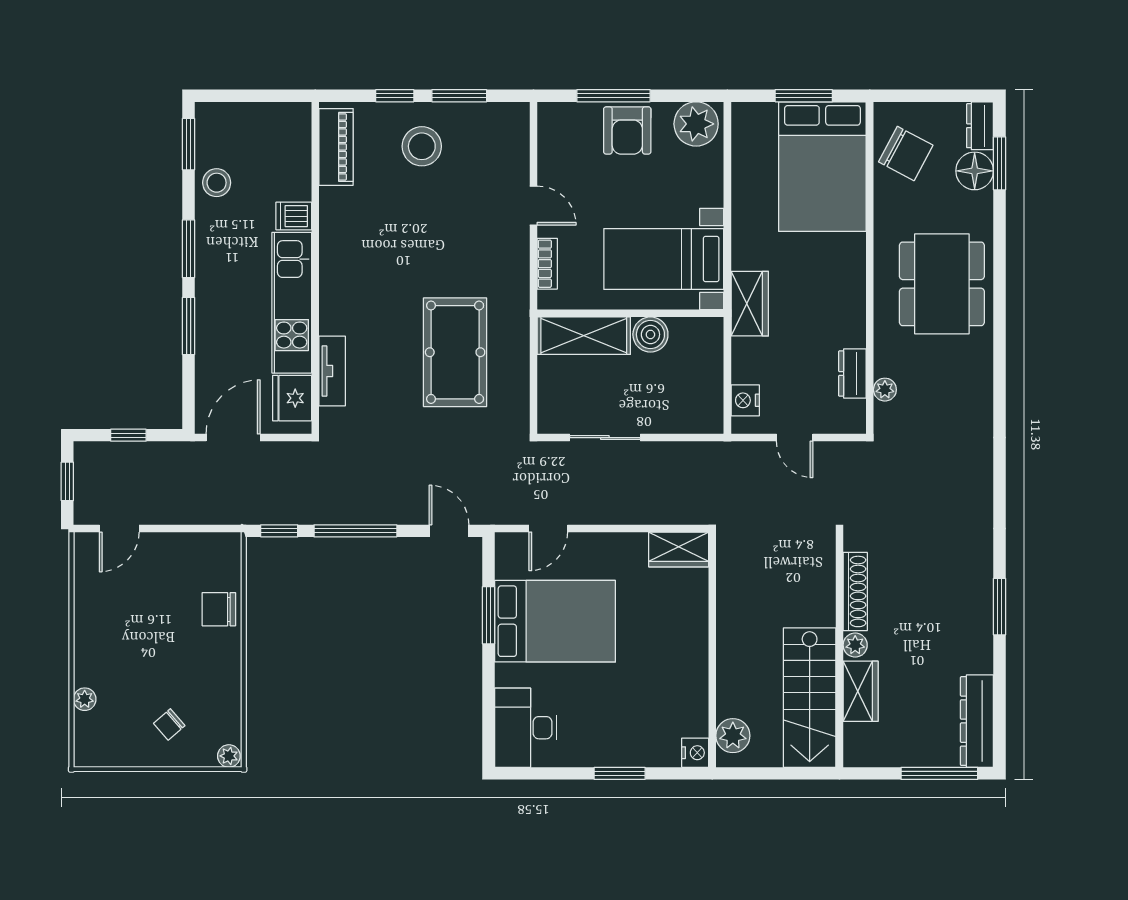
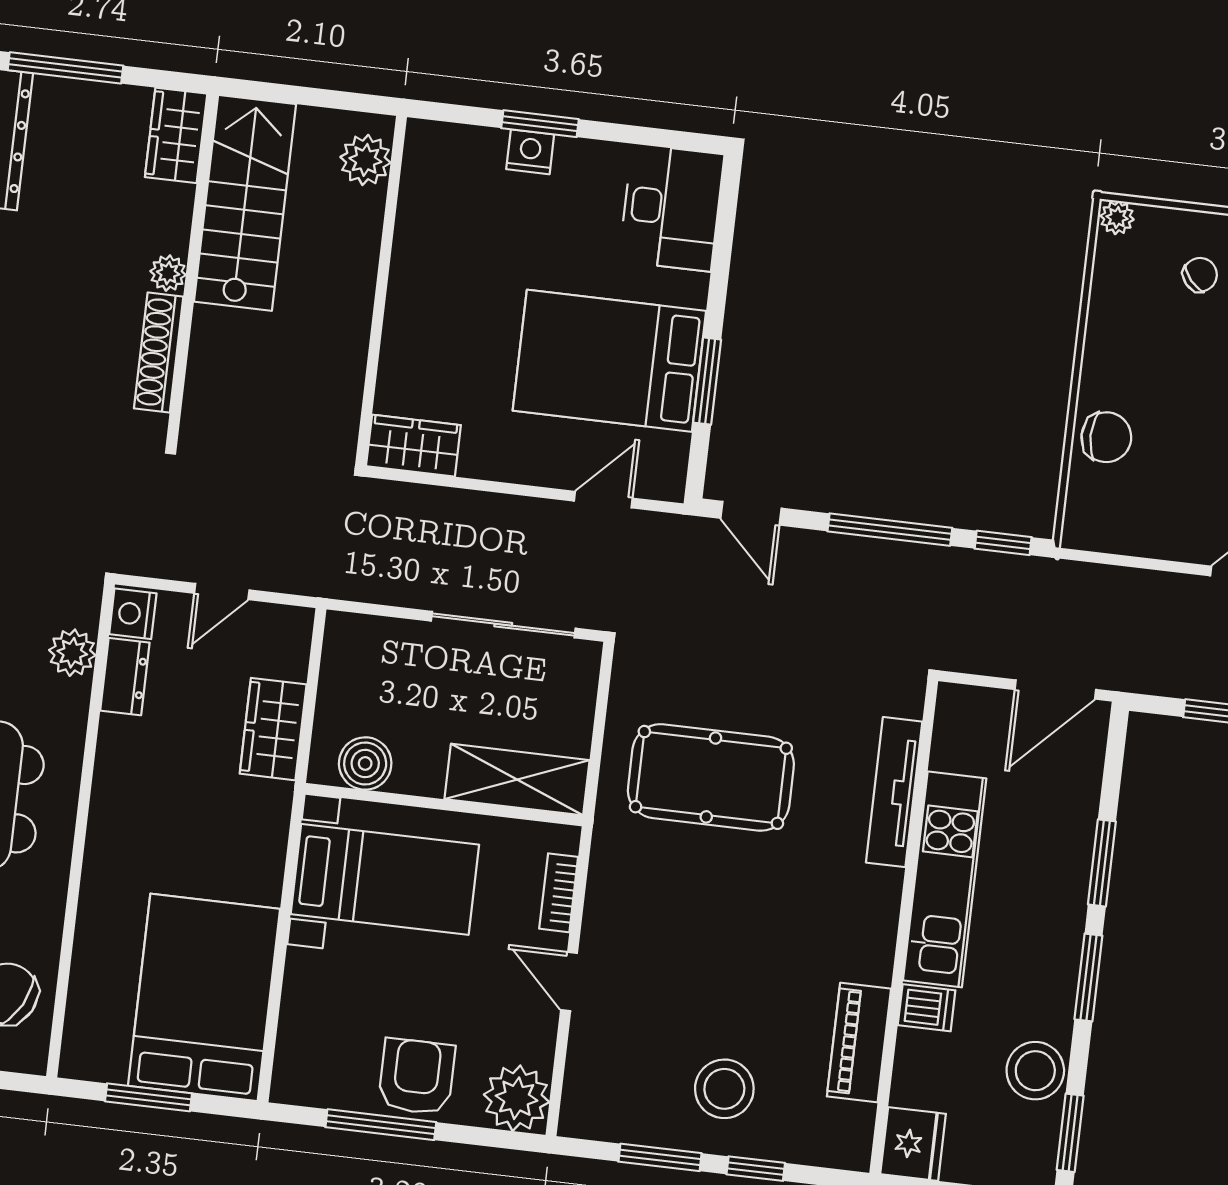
window: (614, 96) -> (381, 1125), moved
plant: (696, 124) -> (517, 1098), moved
piano: (336, 147) -> (859, 1043), moved
bed: (822, 167) -> (204, 997), moved
stool: (217, 183) -> (1035, 1071), width x1.38, depth x1.38
wardrobe: (750, 304) -> (273, 729), moved
boiler: (650, 334) -> (365, 763), moved
pool table: (455, 352) -> (711, 777), turned 90
tv unit: (332, 371) -> (894, 792), width x1.41
plant: (885, 390) -> (72, 653), width x1.38, depth x1.38
fridge: (292, 398) -> (913, 1144), moved
nightstand: (745, 400) -> (133, 614), moved, turned 180
sliding door: (605, 438) -> (503, 625), width x1.37
door: (795, 438) -> (222, 592), swing flipped
wardrobe: (861, 691) -> (176, 135), moved
nightstand: (695, 753) -> (530, 152), moved, turned 90

